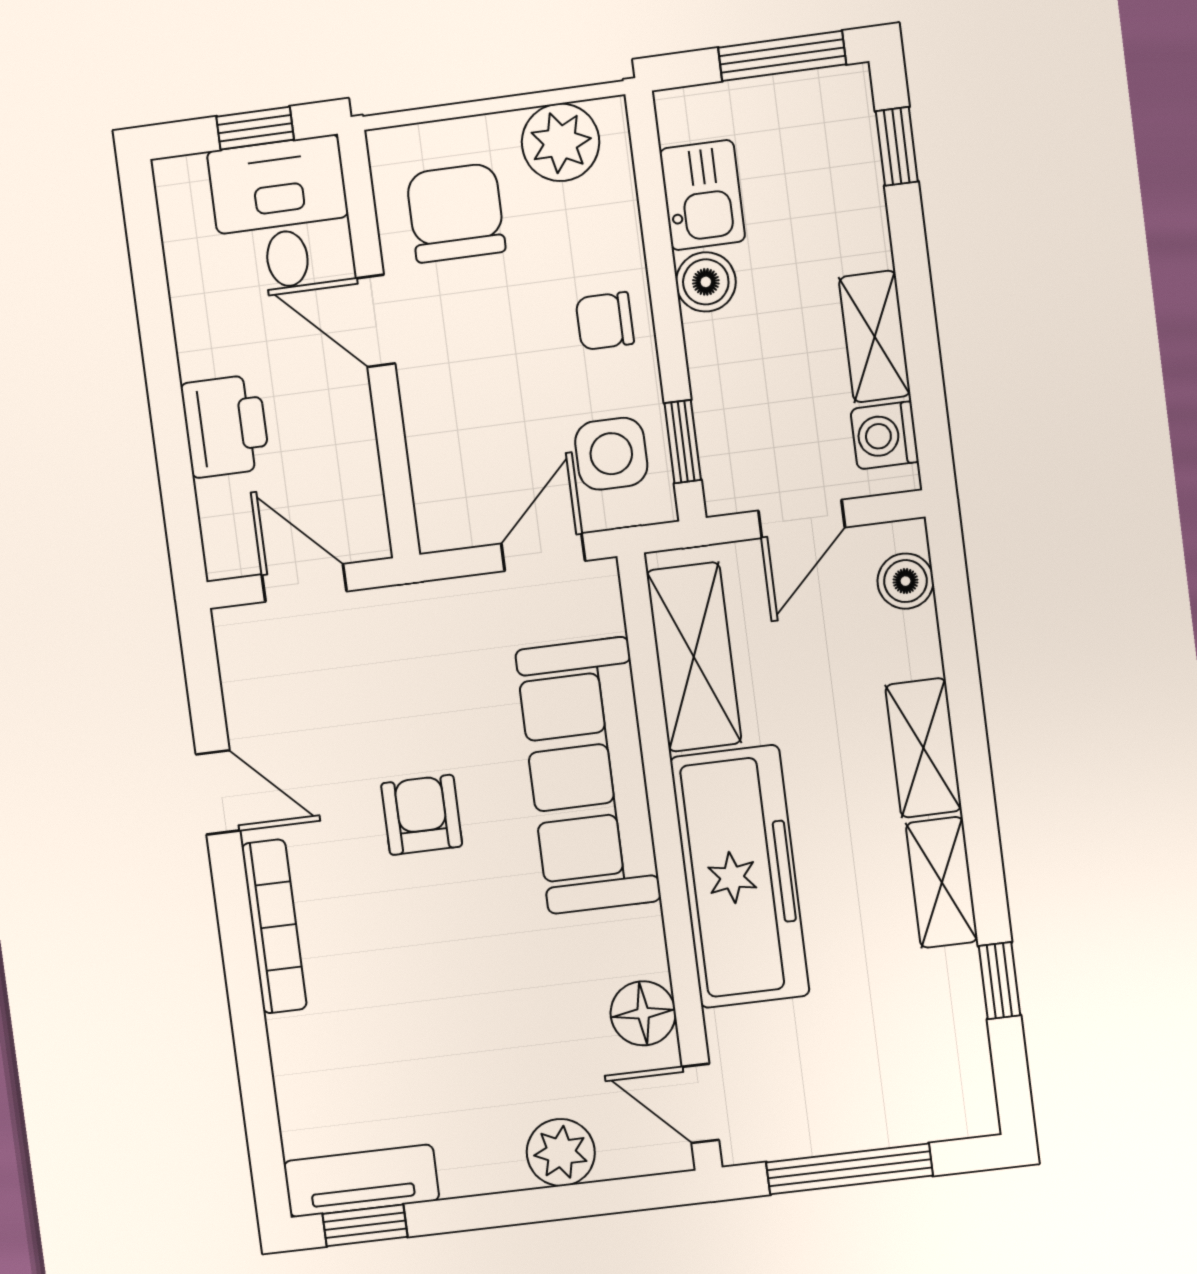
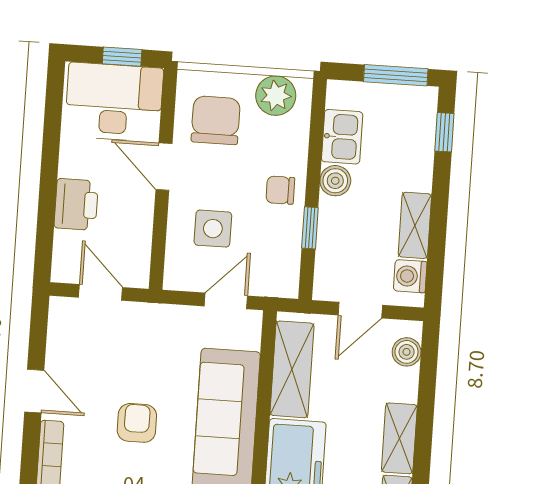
desk: (282, 214) -> (114, 102), width x1.37
window: (683, 442) -> (310, 228), moved
side table: (611, 454) -> (213, 229), moved

